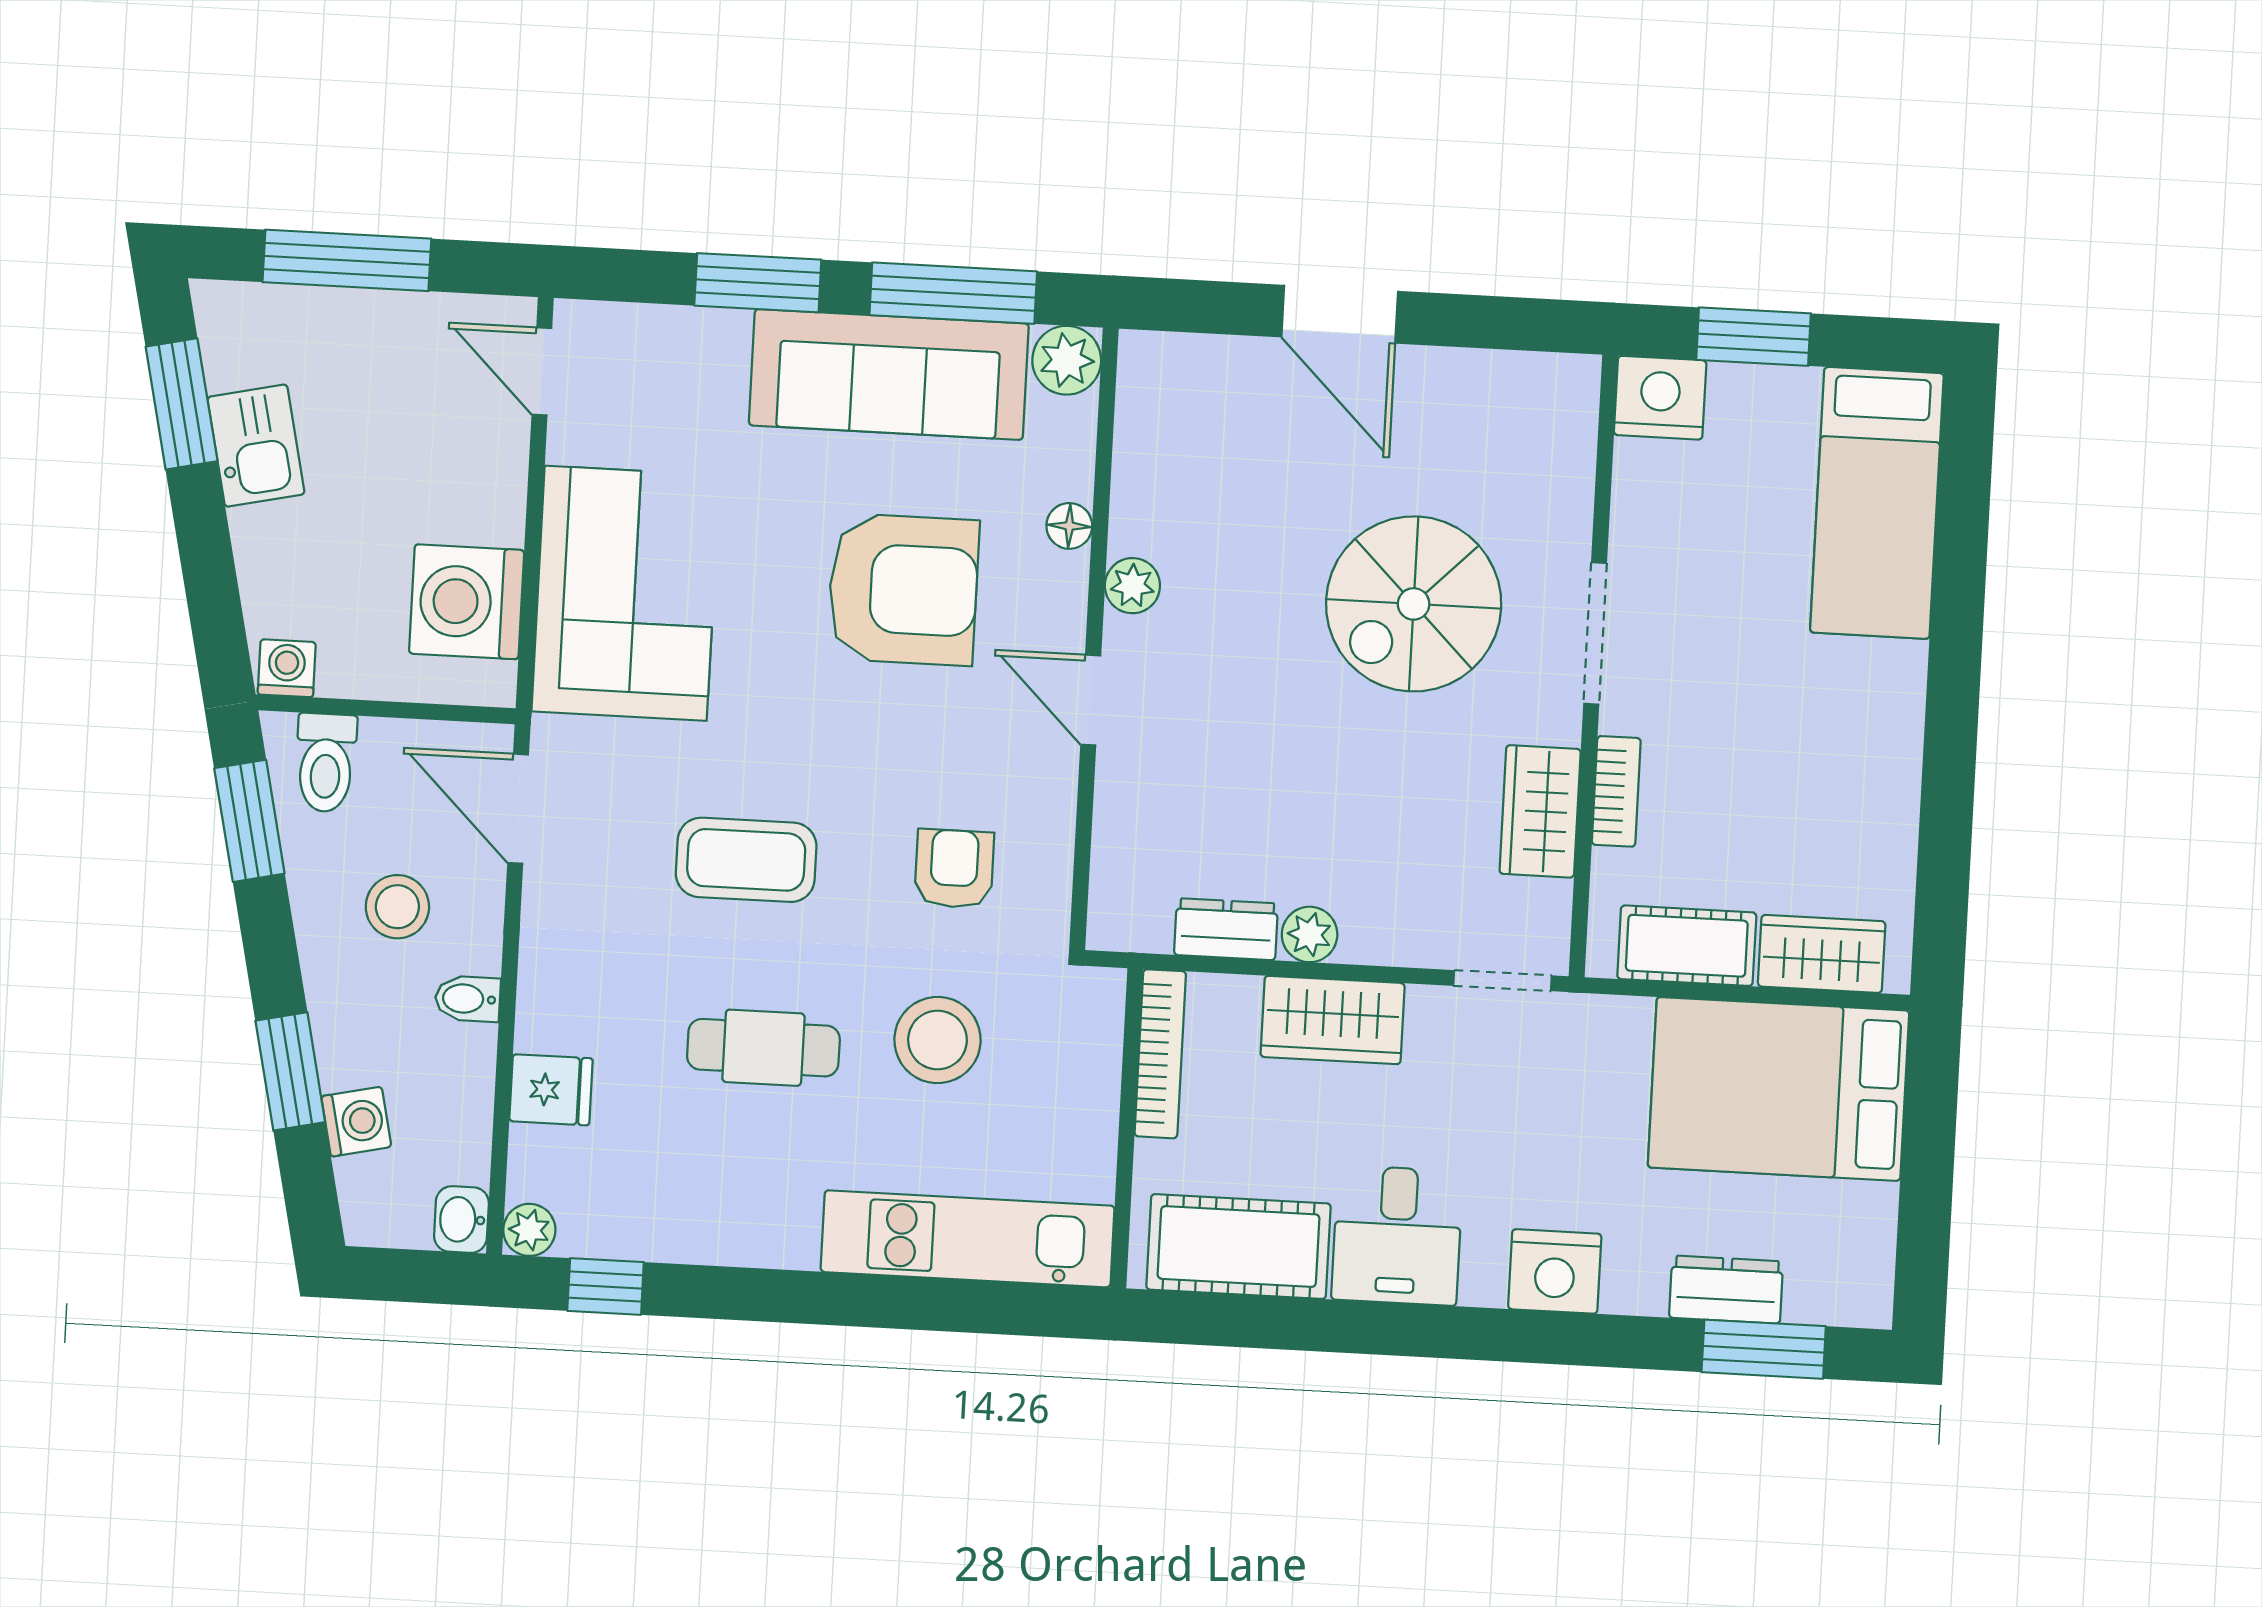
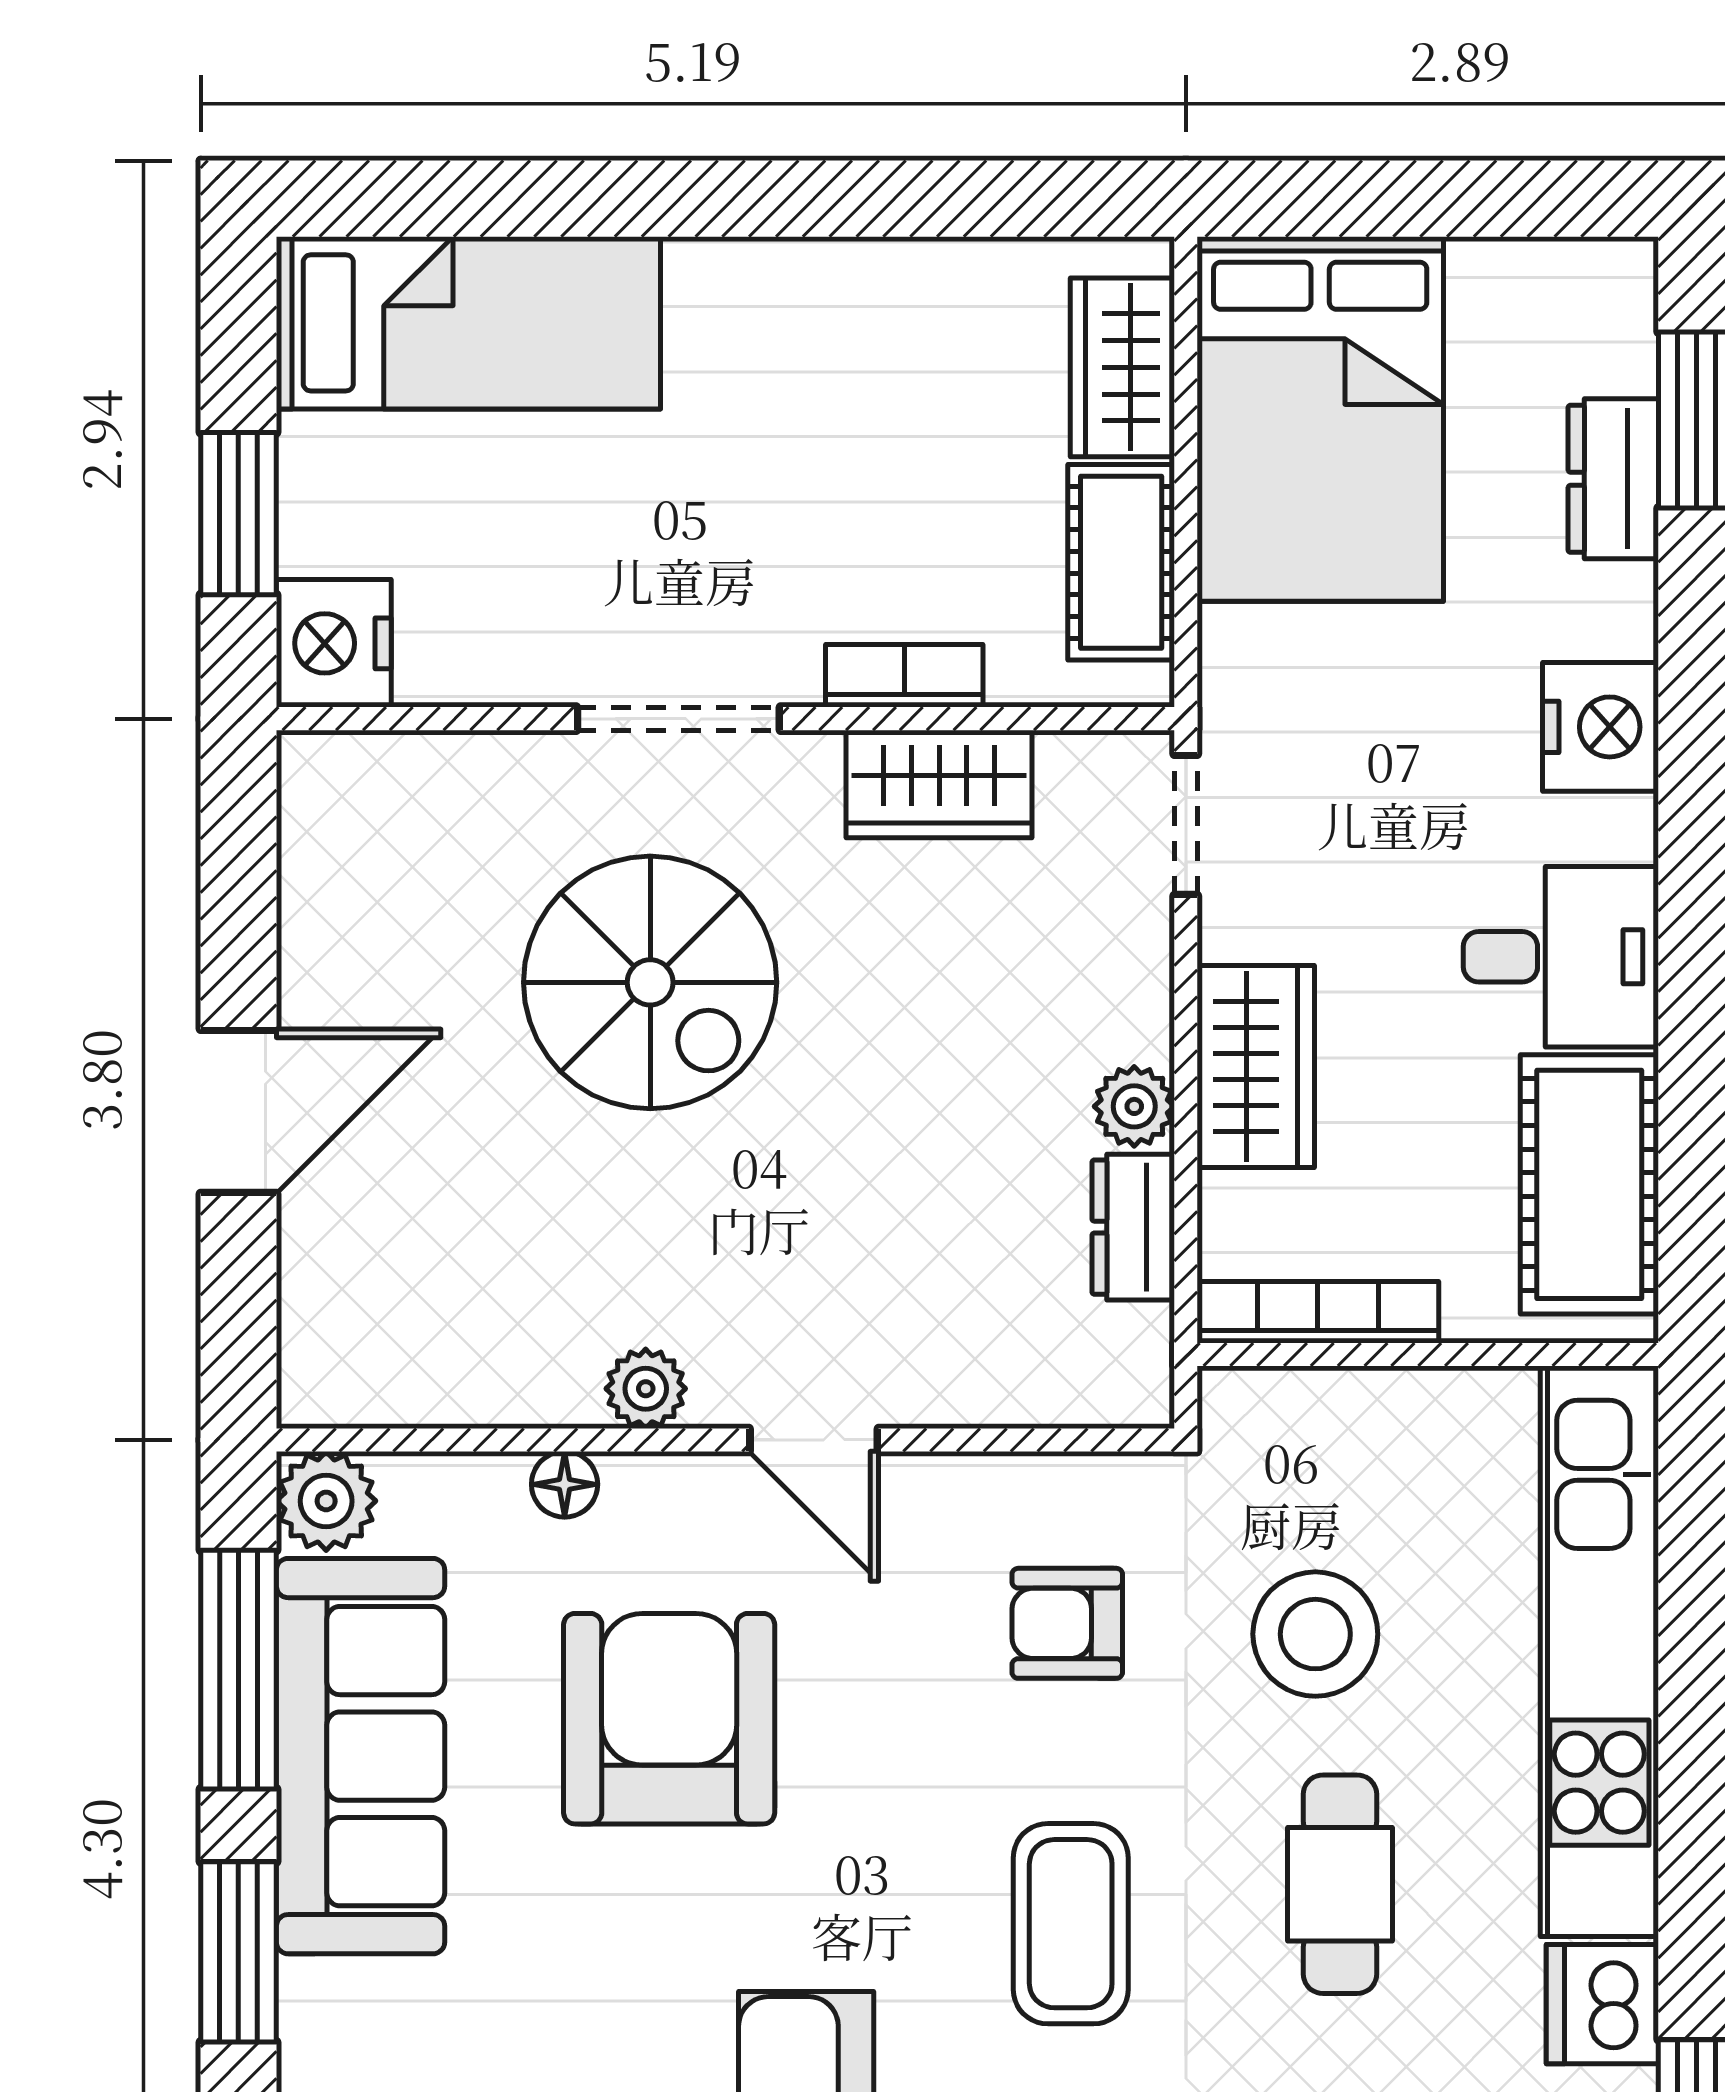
door: (1091, 700) -> (814, 1440), hinge flipped
dishwasher: (671, 1225) -> (1602, 2004), added
kitchen unit: (968, 1239) -> (1599, 1651), width x1.36

